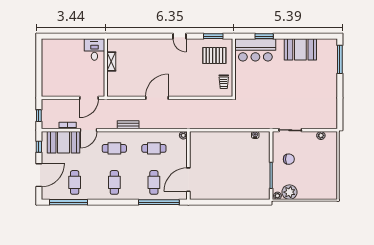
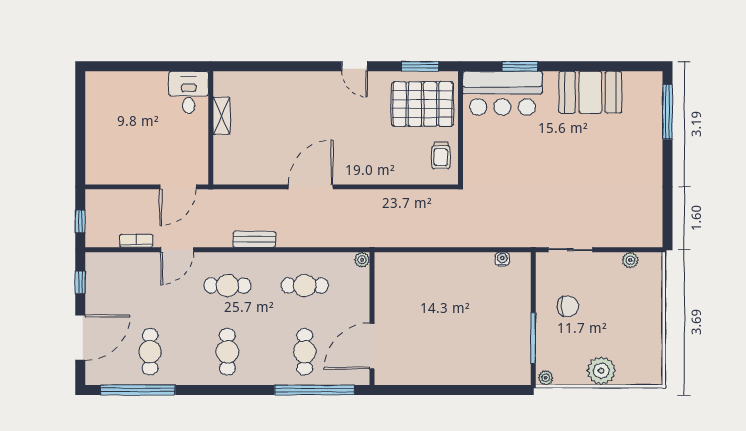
pallet: (214, 55) -> (423, 104), width x1.37, depth x1.41
booth: (64, 142) -> (128, 273), removed
plant: (289, 192) -> (601, 371), moved

